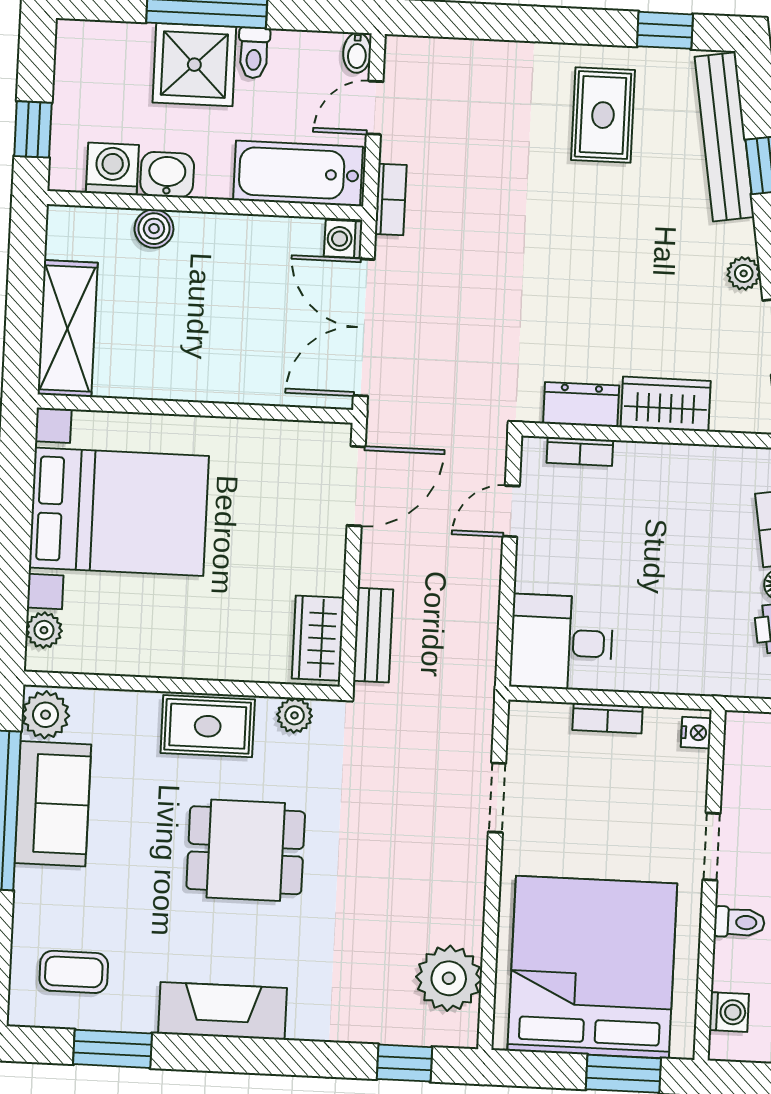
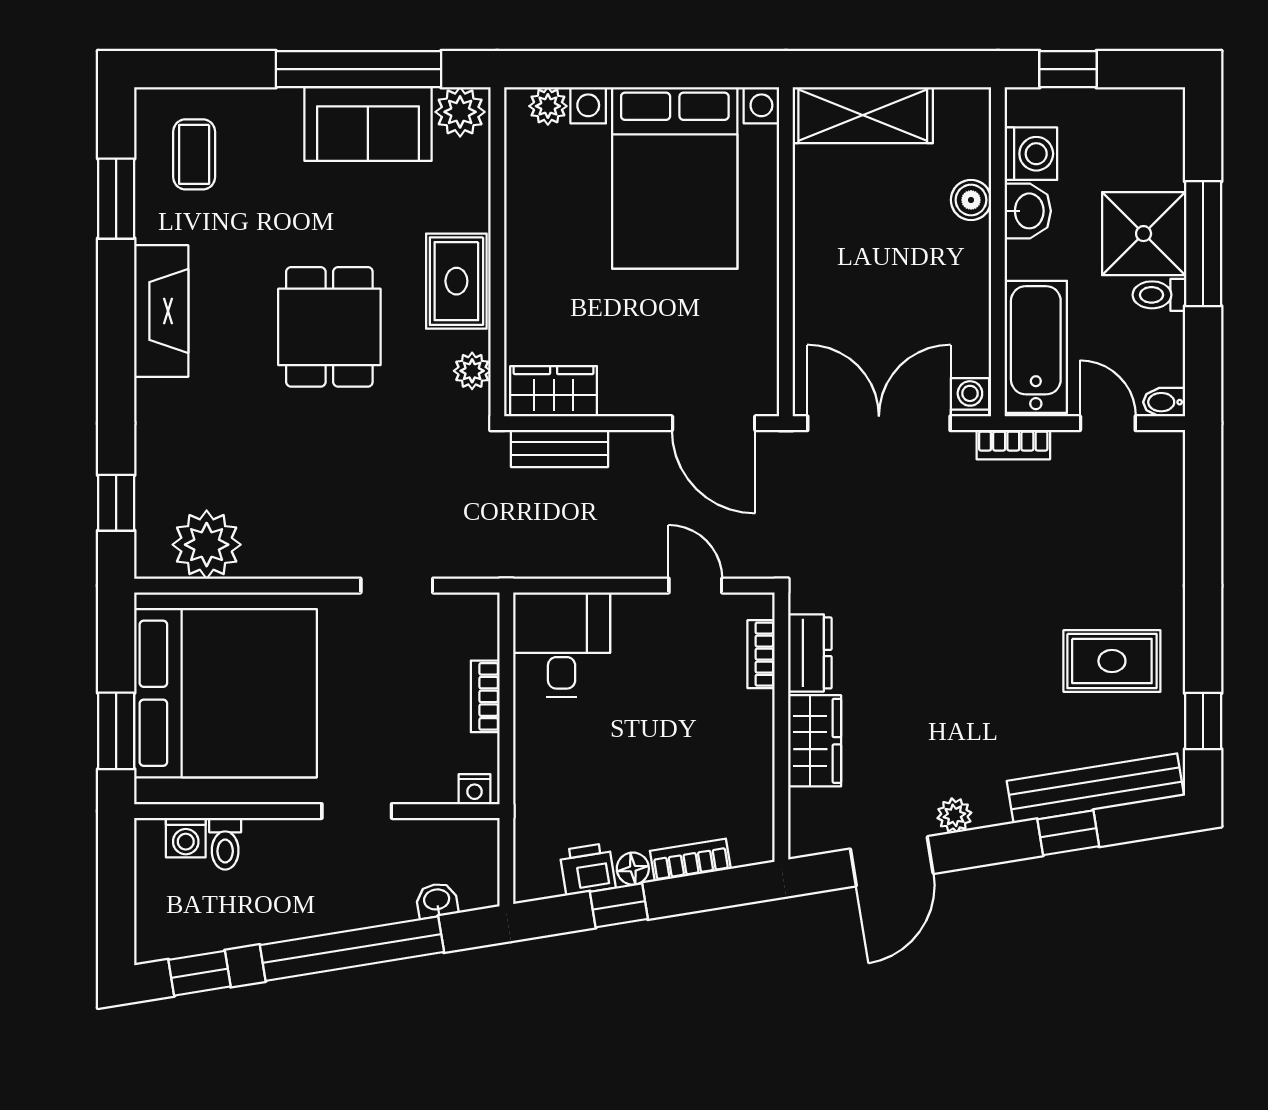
toilet: (739, 922) -> (225, 844), moved

